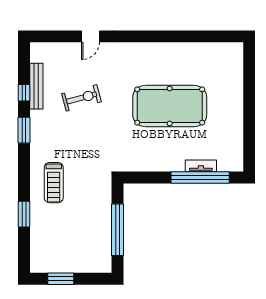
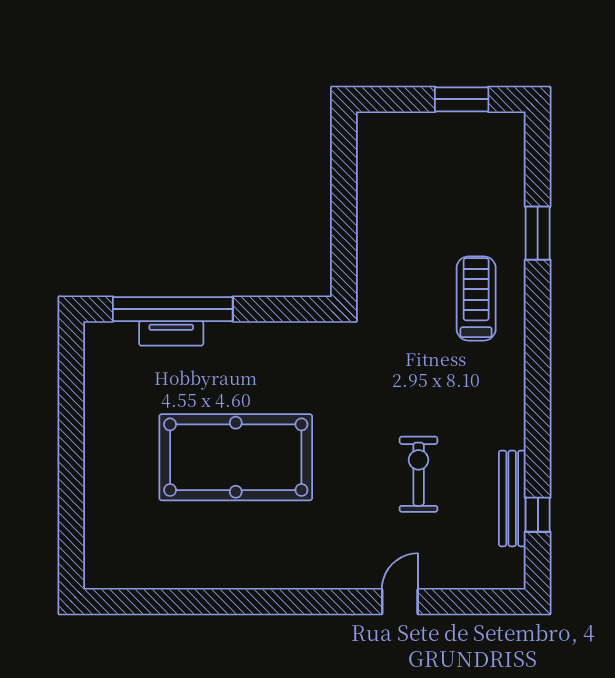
window: (24, 93) -> (538, 515), moved
exercise bike: (81, 98) -> (419, 474), turned 105
window: (24, 130) -> (538, 407), removed
window: (117, 230) -> (344, 201), removed

